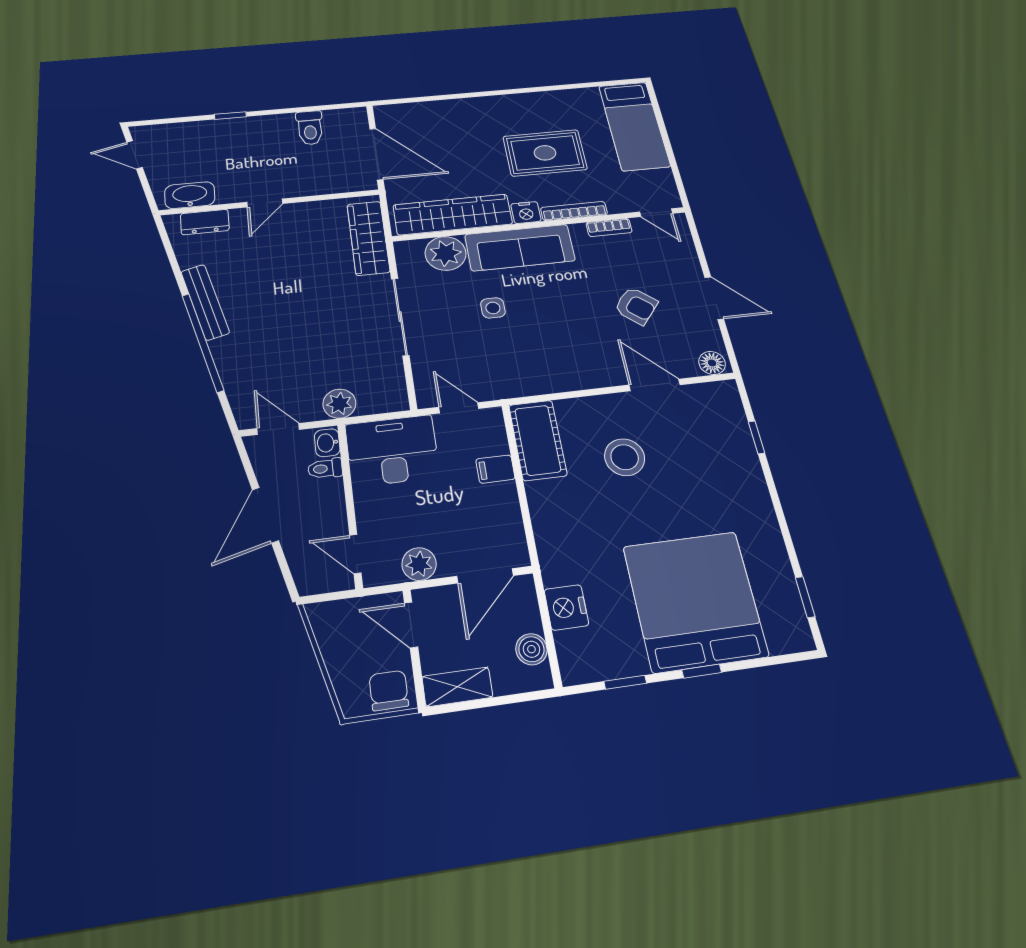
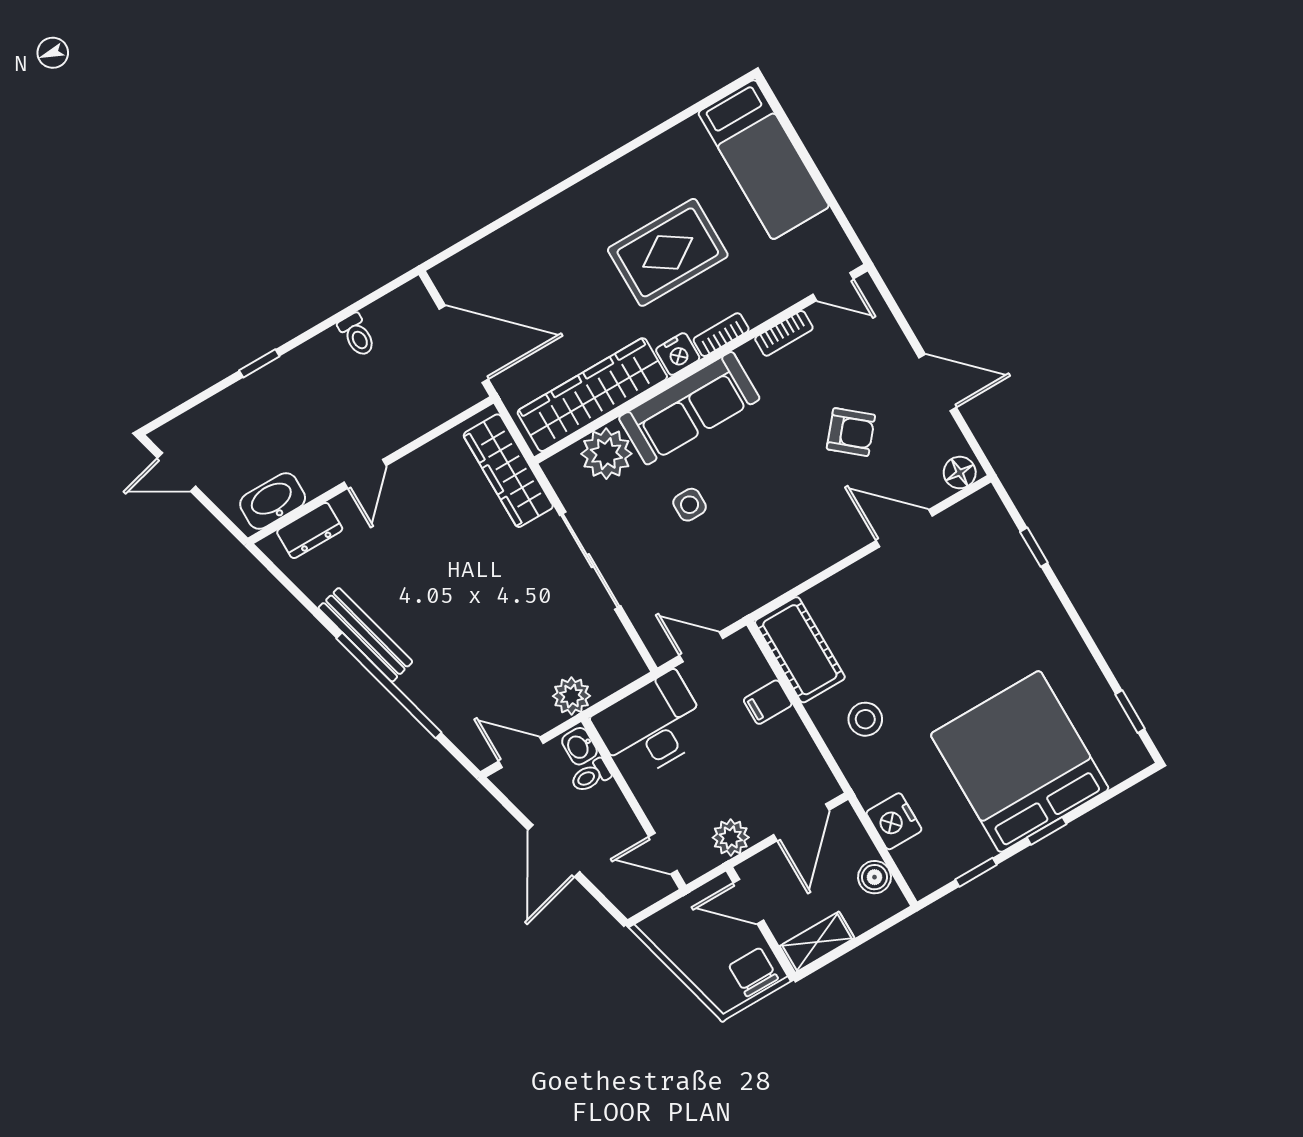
toilet: (310, 128) -> (357, 335), width x0.73, depth x0.72
bookcase: (574, 211) -> (721, 335), width x0.64
stool: (625, 457) -> (865, 719), moved, width x0.73, depth x0.73

